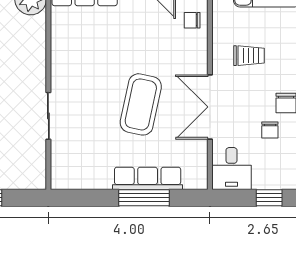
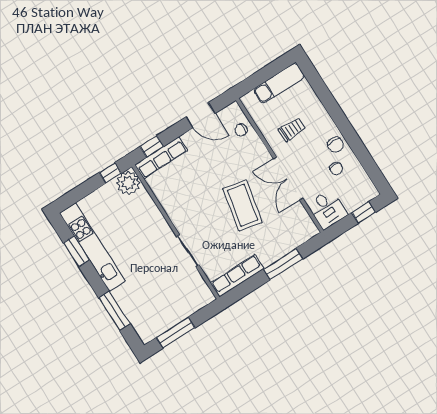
row of seats: (148, 178) -> (237, 276), moved

